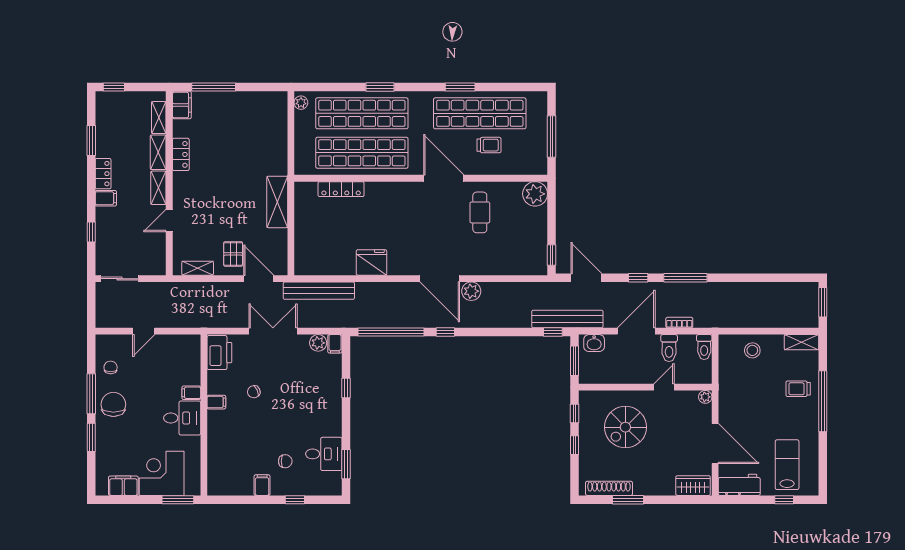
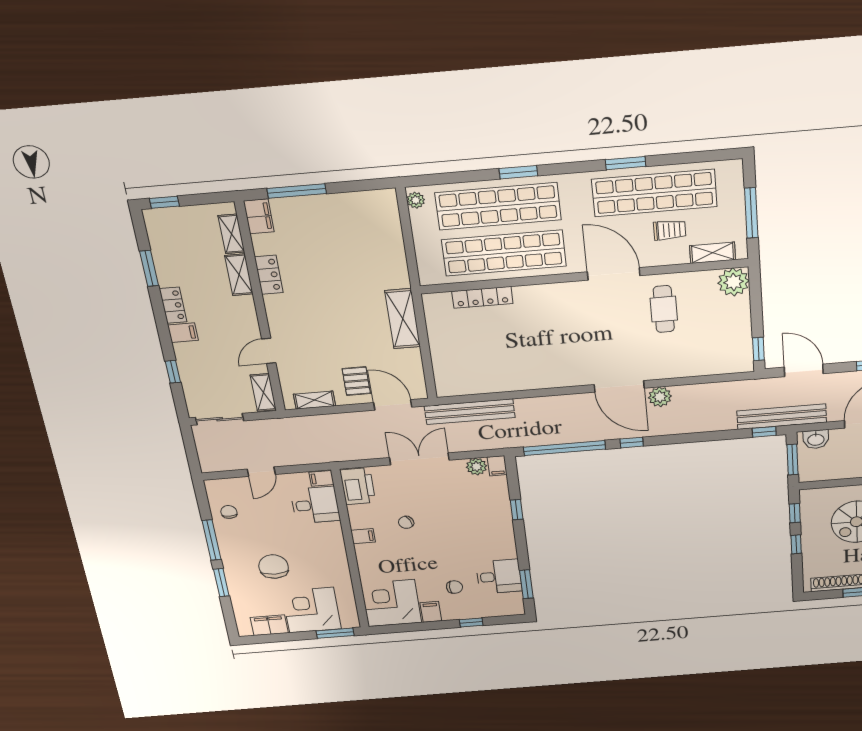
shelving: (520, 167) -> (713, 253), added
shelving: (158, 188) -> (263, 392), moved
fridge: (371, 262) -> (532, 376), removed
filing cabinet: (191, 393) -> (321, 478), moved
chair: (113, 404) -> (274, 567), moved
desk: (182, 418) -> (315, 505), moved
corner desk: (230, 473) -> (391, 603), added

